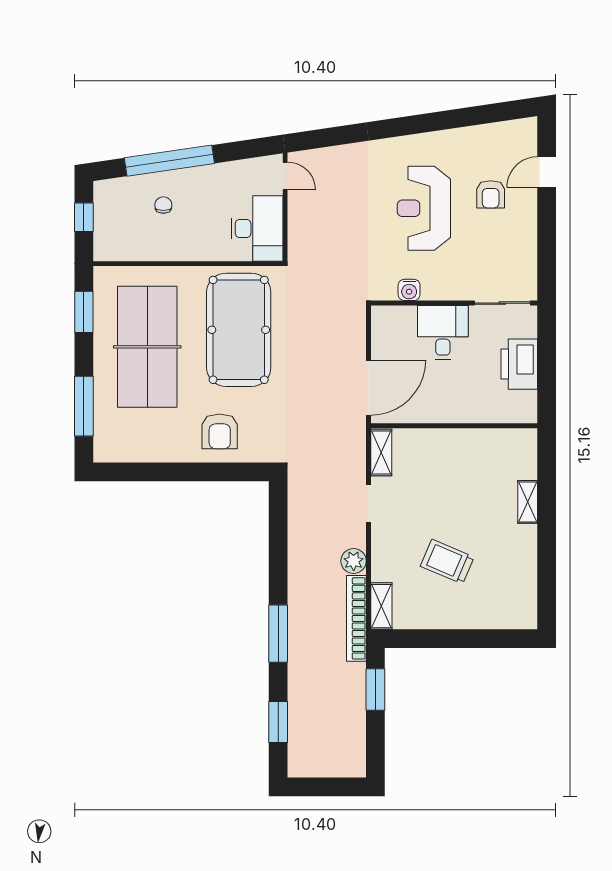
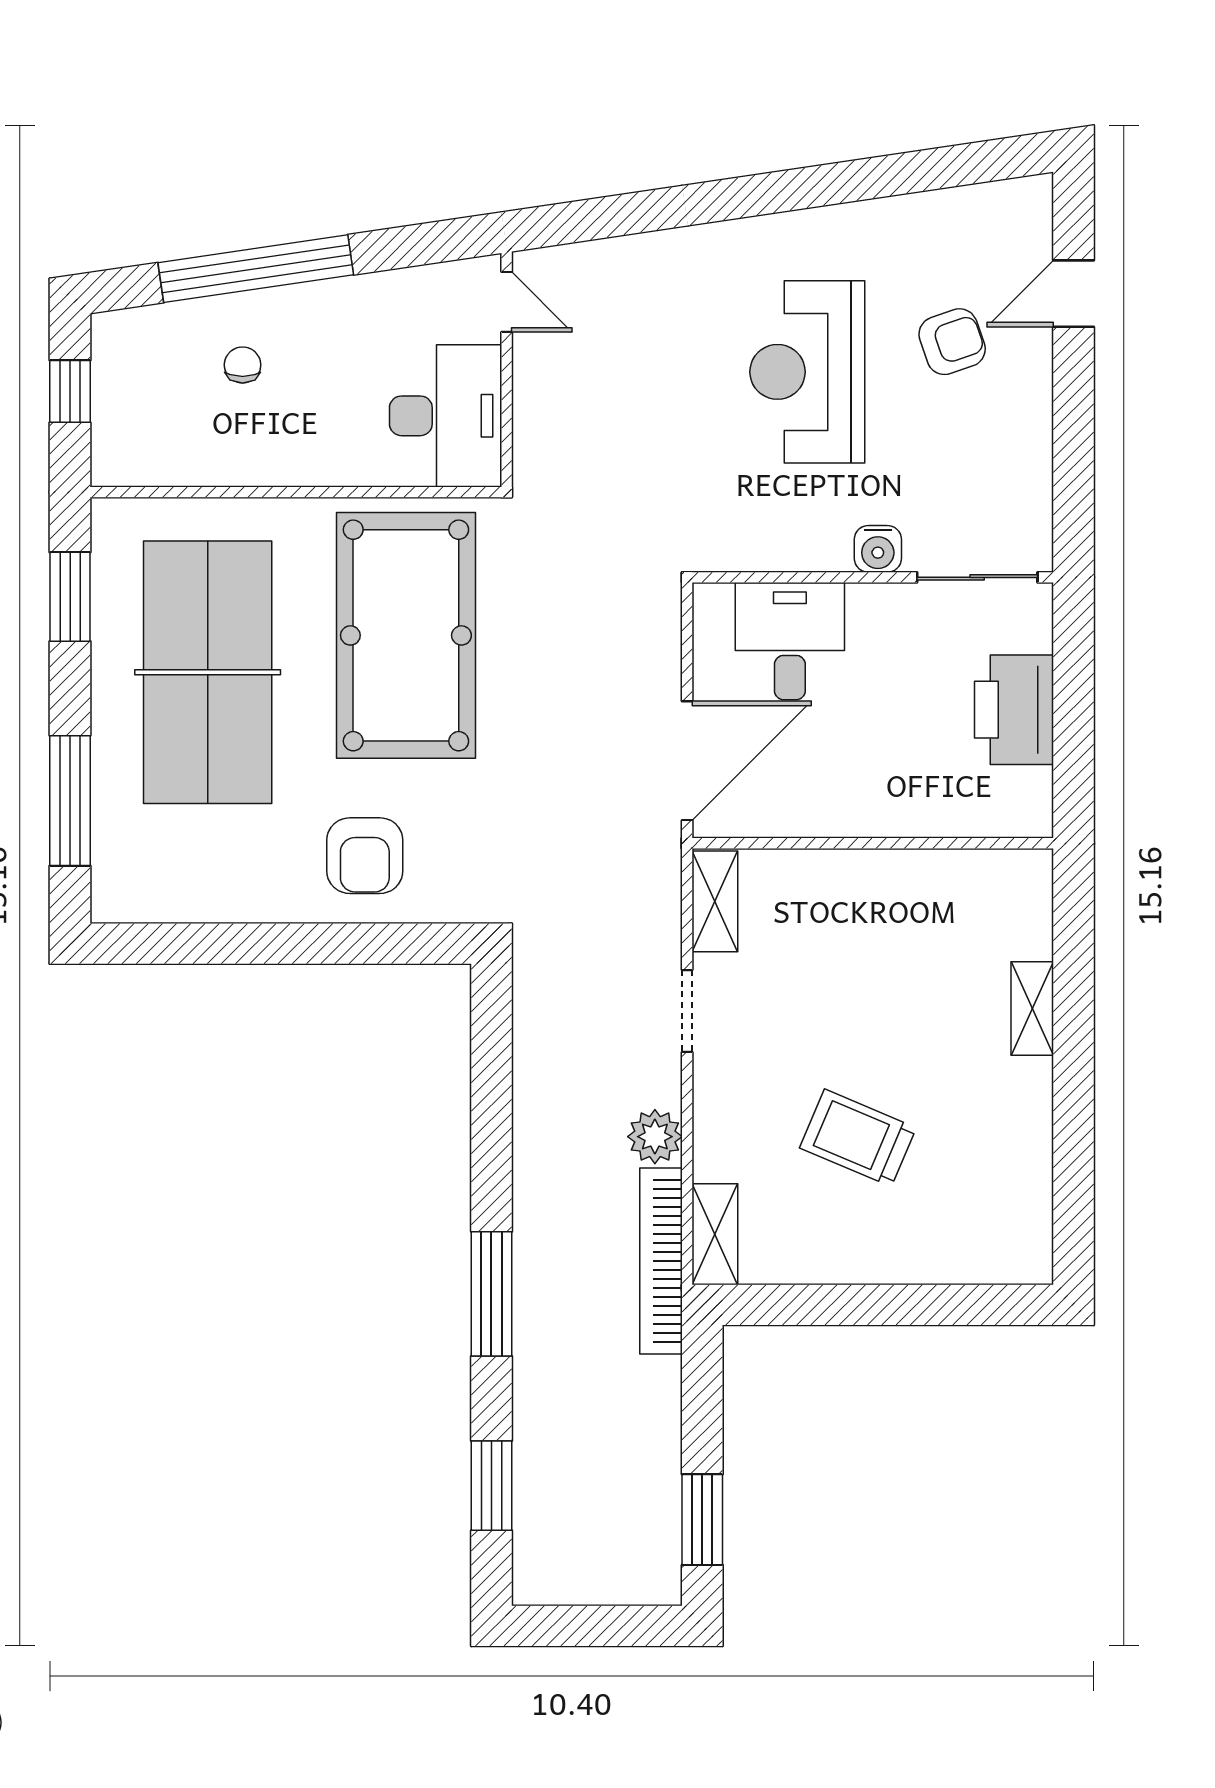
armchair: (491, 194) -> (952, 342), turned -109
water cooler: (409, 290) -> (878, 549), moved
desk: (443, 332) -> (790, 641), moved
window: (375, 690) -> (702, 1520), moved

